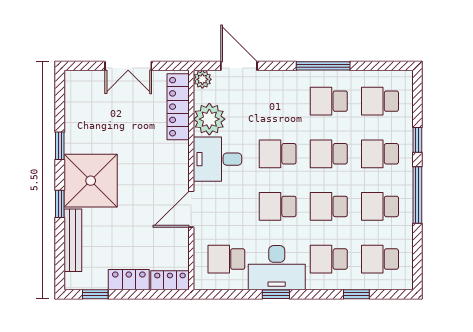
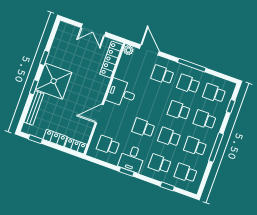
plant: (209, 119) -> (125, 71), removed
window: (417, 140) -> (231, 106), moved
school desk: (278, 154) -> (162, 75), moved
desk: (277, 268) -> (132, 159), width x0.73

